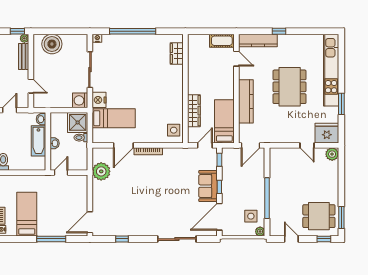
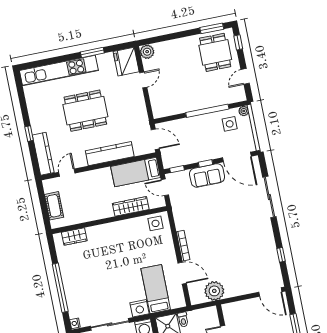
cot: (222, 41) -> (54, 206), moved

